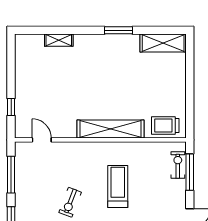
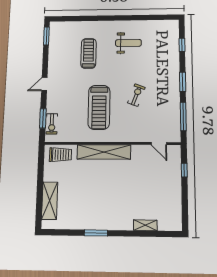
shelving: (163, 43) -> (50, 201), moved, turned 90
window: (190, 172) -> (43, 118), width x0.69
treadmill: (118, 186) -> (99, 107), width x1.37, depth x1.38

